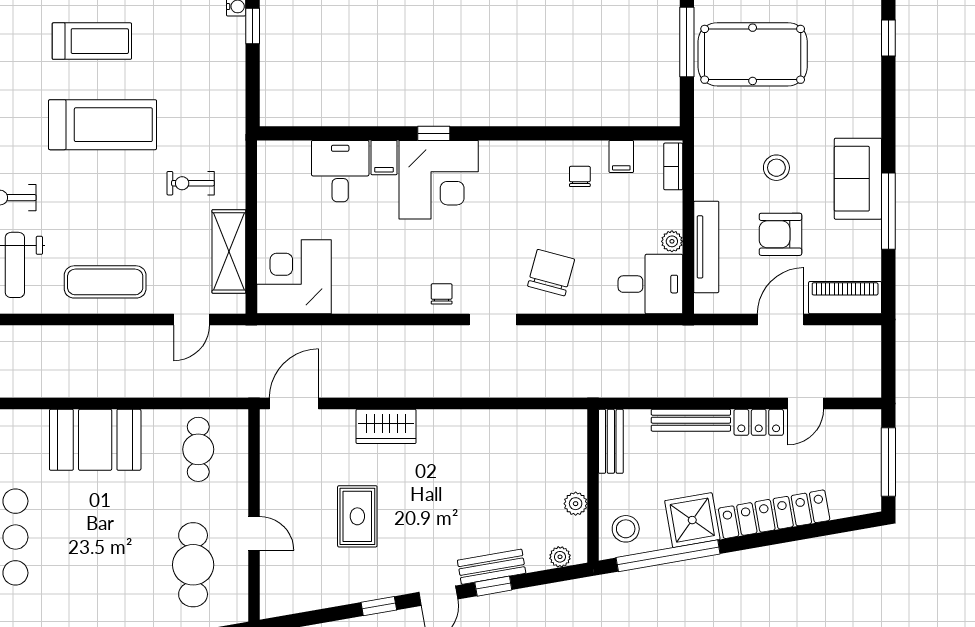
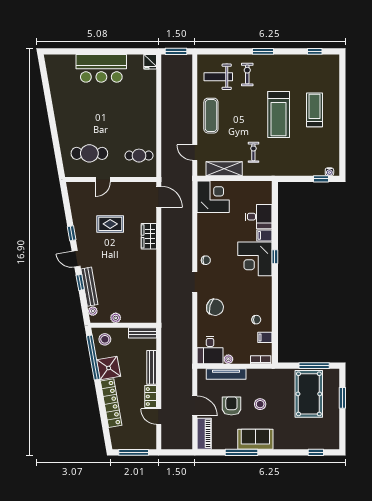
treadmill: (92, 41) -> (315, 110), turned 180
booth: (95, 440) -> (143, 111), removed
bench: (492, 567) -> (89, 287), width x1.36

